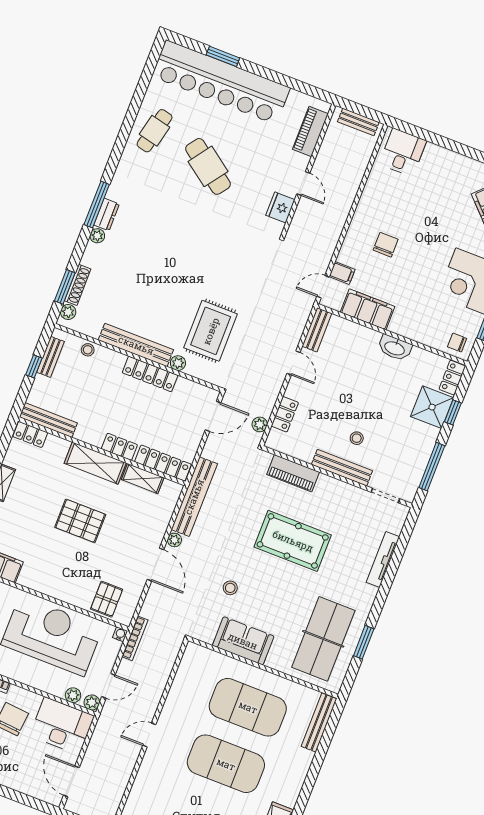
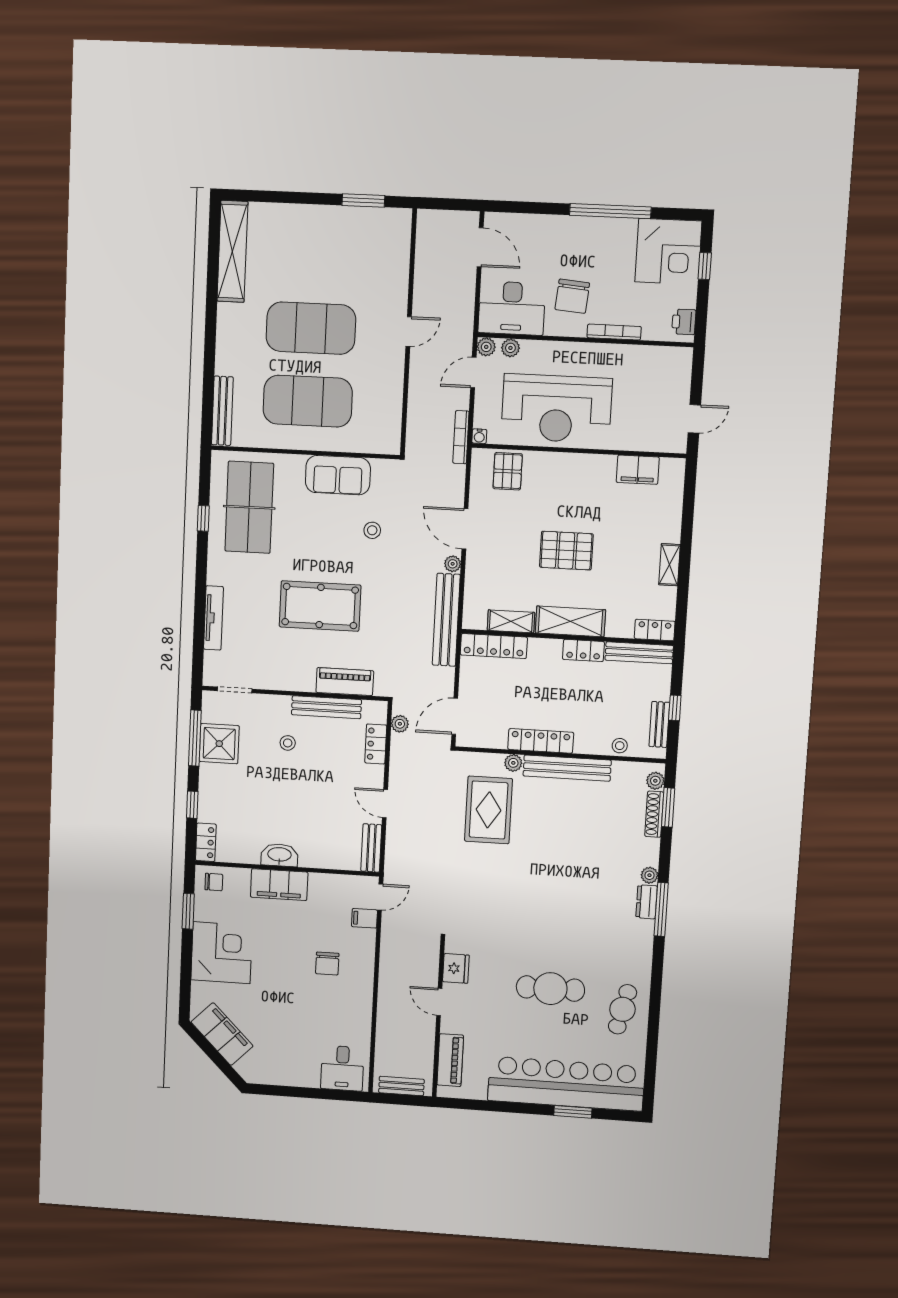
cafe table: (208, 166) -> (550, 989), turned -36
filing cabinet: (368, 309) -> (279, 885), moved
shower: (432, 407) -> (219, 744), moved
locker: (119, 447) -> (583, 650), moved
bench: (342, 468) -> (326, 707), moved
window: (364, 642) -> (203, 518), width x0.67

